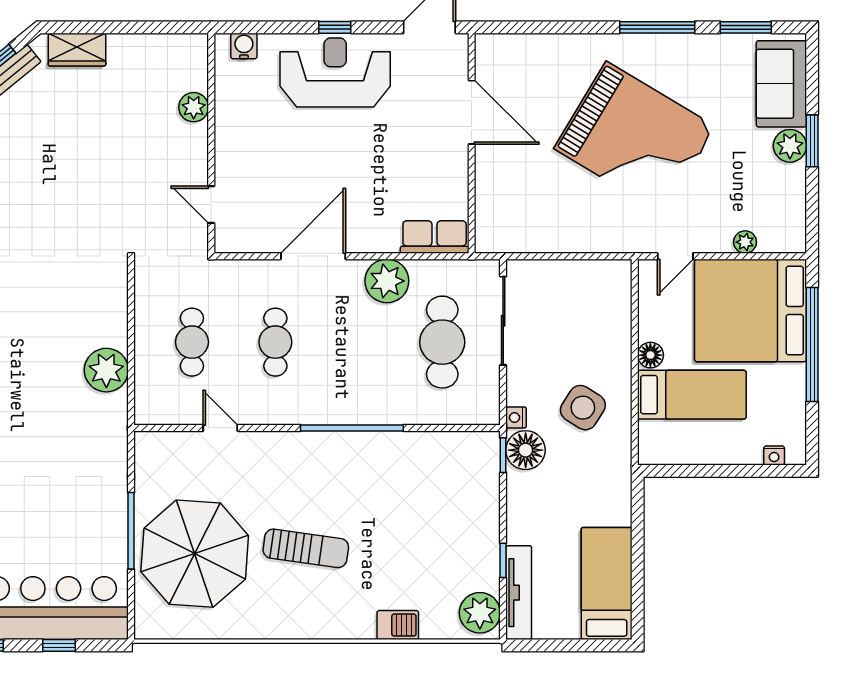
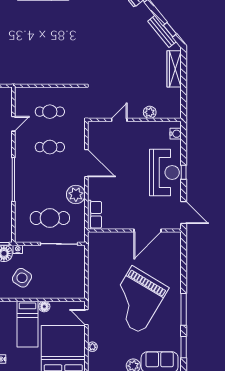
wardrobe: (77, 50) -> (174, 69), width x1.50
door: (211, 205) -> (119, 120), moved
plant: (106, 370) -> (38, 75), removed

